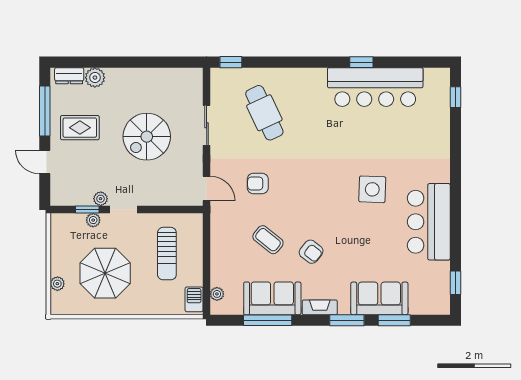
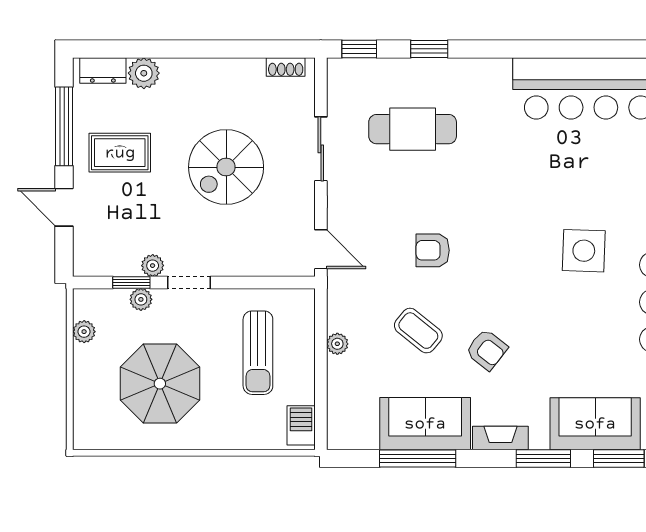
window: (361, 62) -> (429, 49), moved
shoe rack: (184, 74) -> (286, 67), added
cafe table: (264, 113) -> (413, 129), turned -65
armchair: (258, 183) -> (433, 250), moved
plant: (57, 284) -> (84, 332), moved
plant: (217, 294) -> (337, 344), moved

